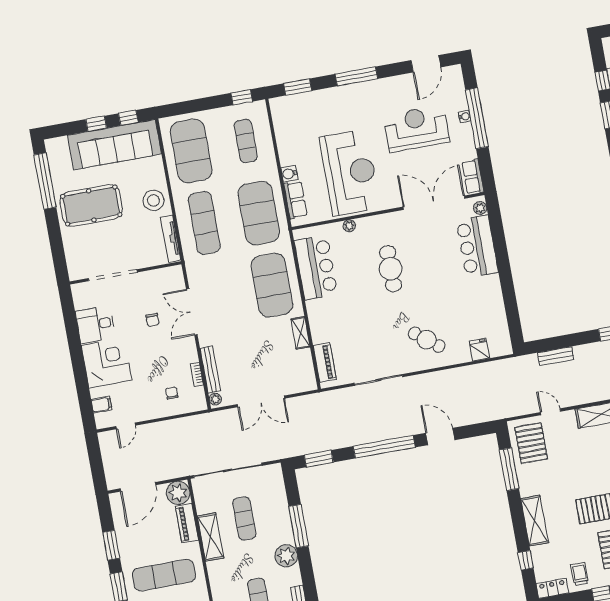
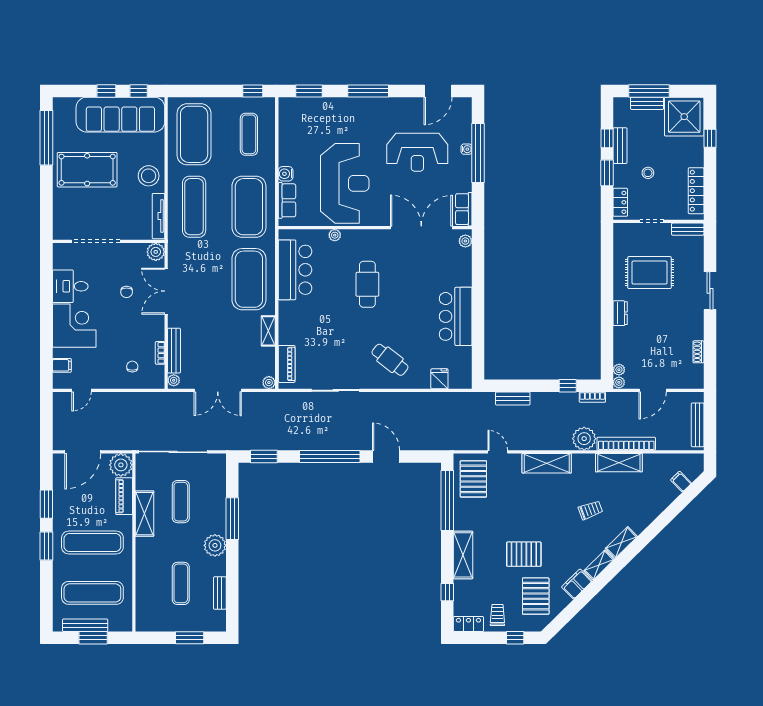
reception desk: (416, 128) -> (417, 152), turned 180
bar counter: (477, 246) -> (456, 316), moved
plant: (174, 275) -> (156, 252), added
plant: (310, 384) -> (269, 383), added
window: (509, 469) -> (447, 500), width x1.46

